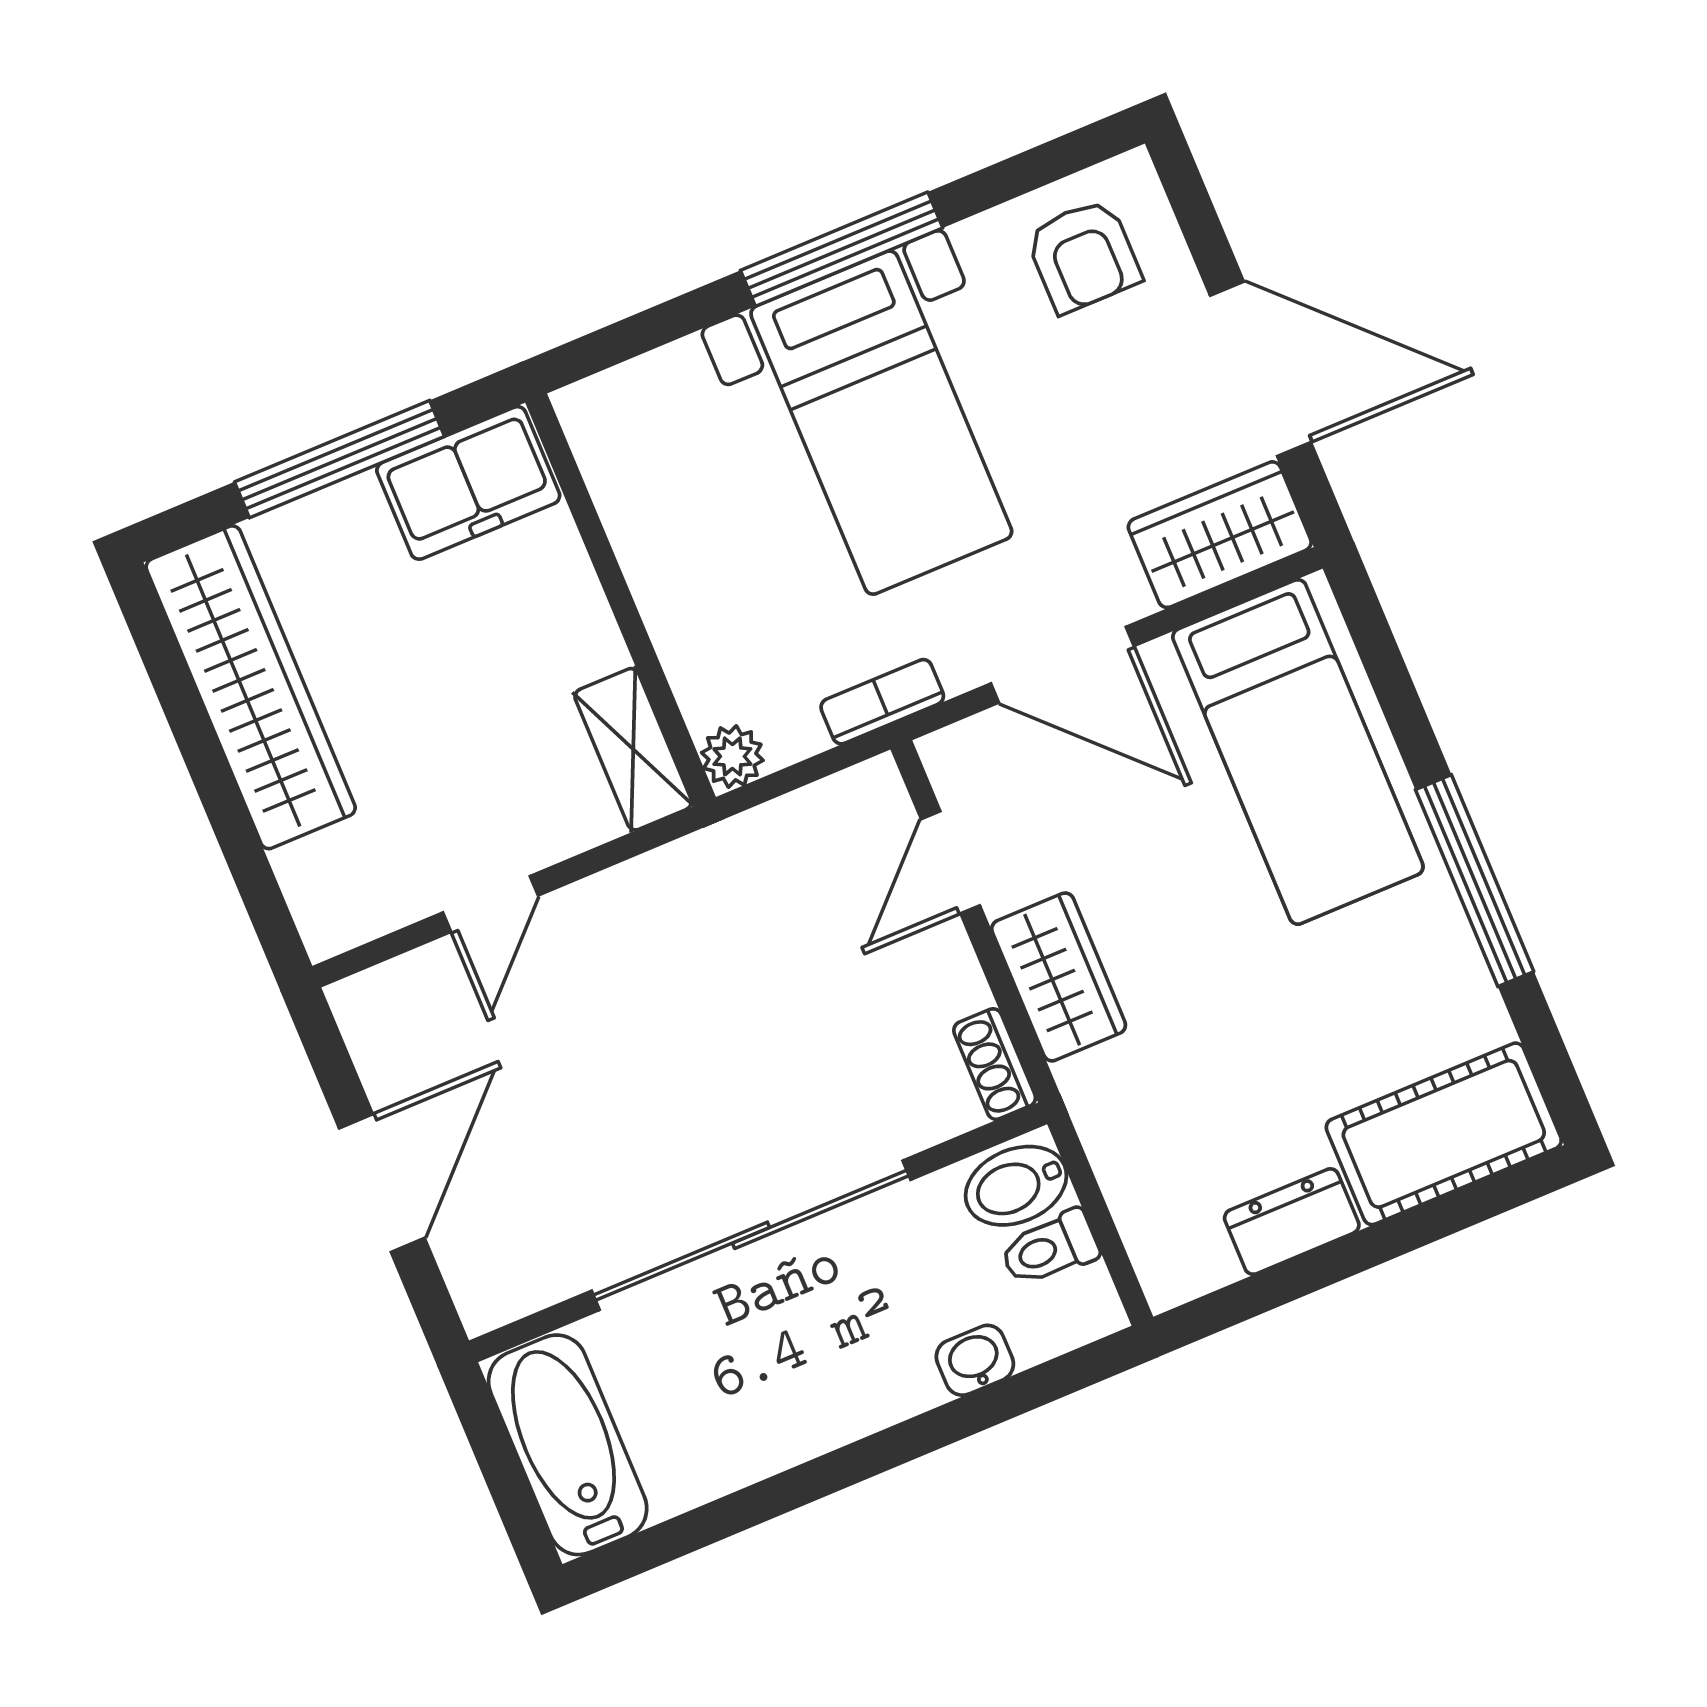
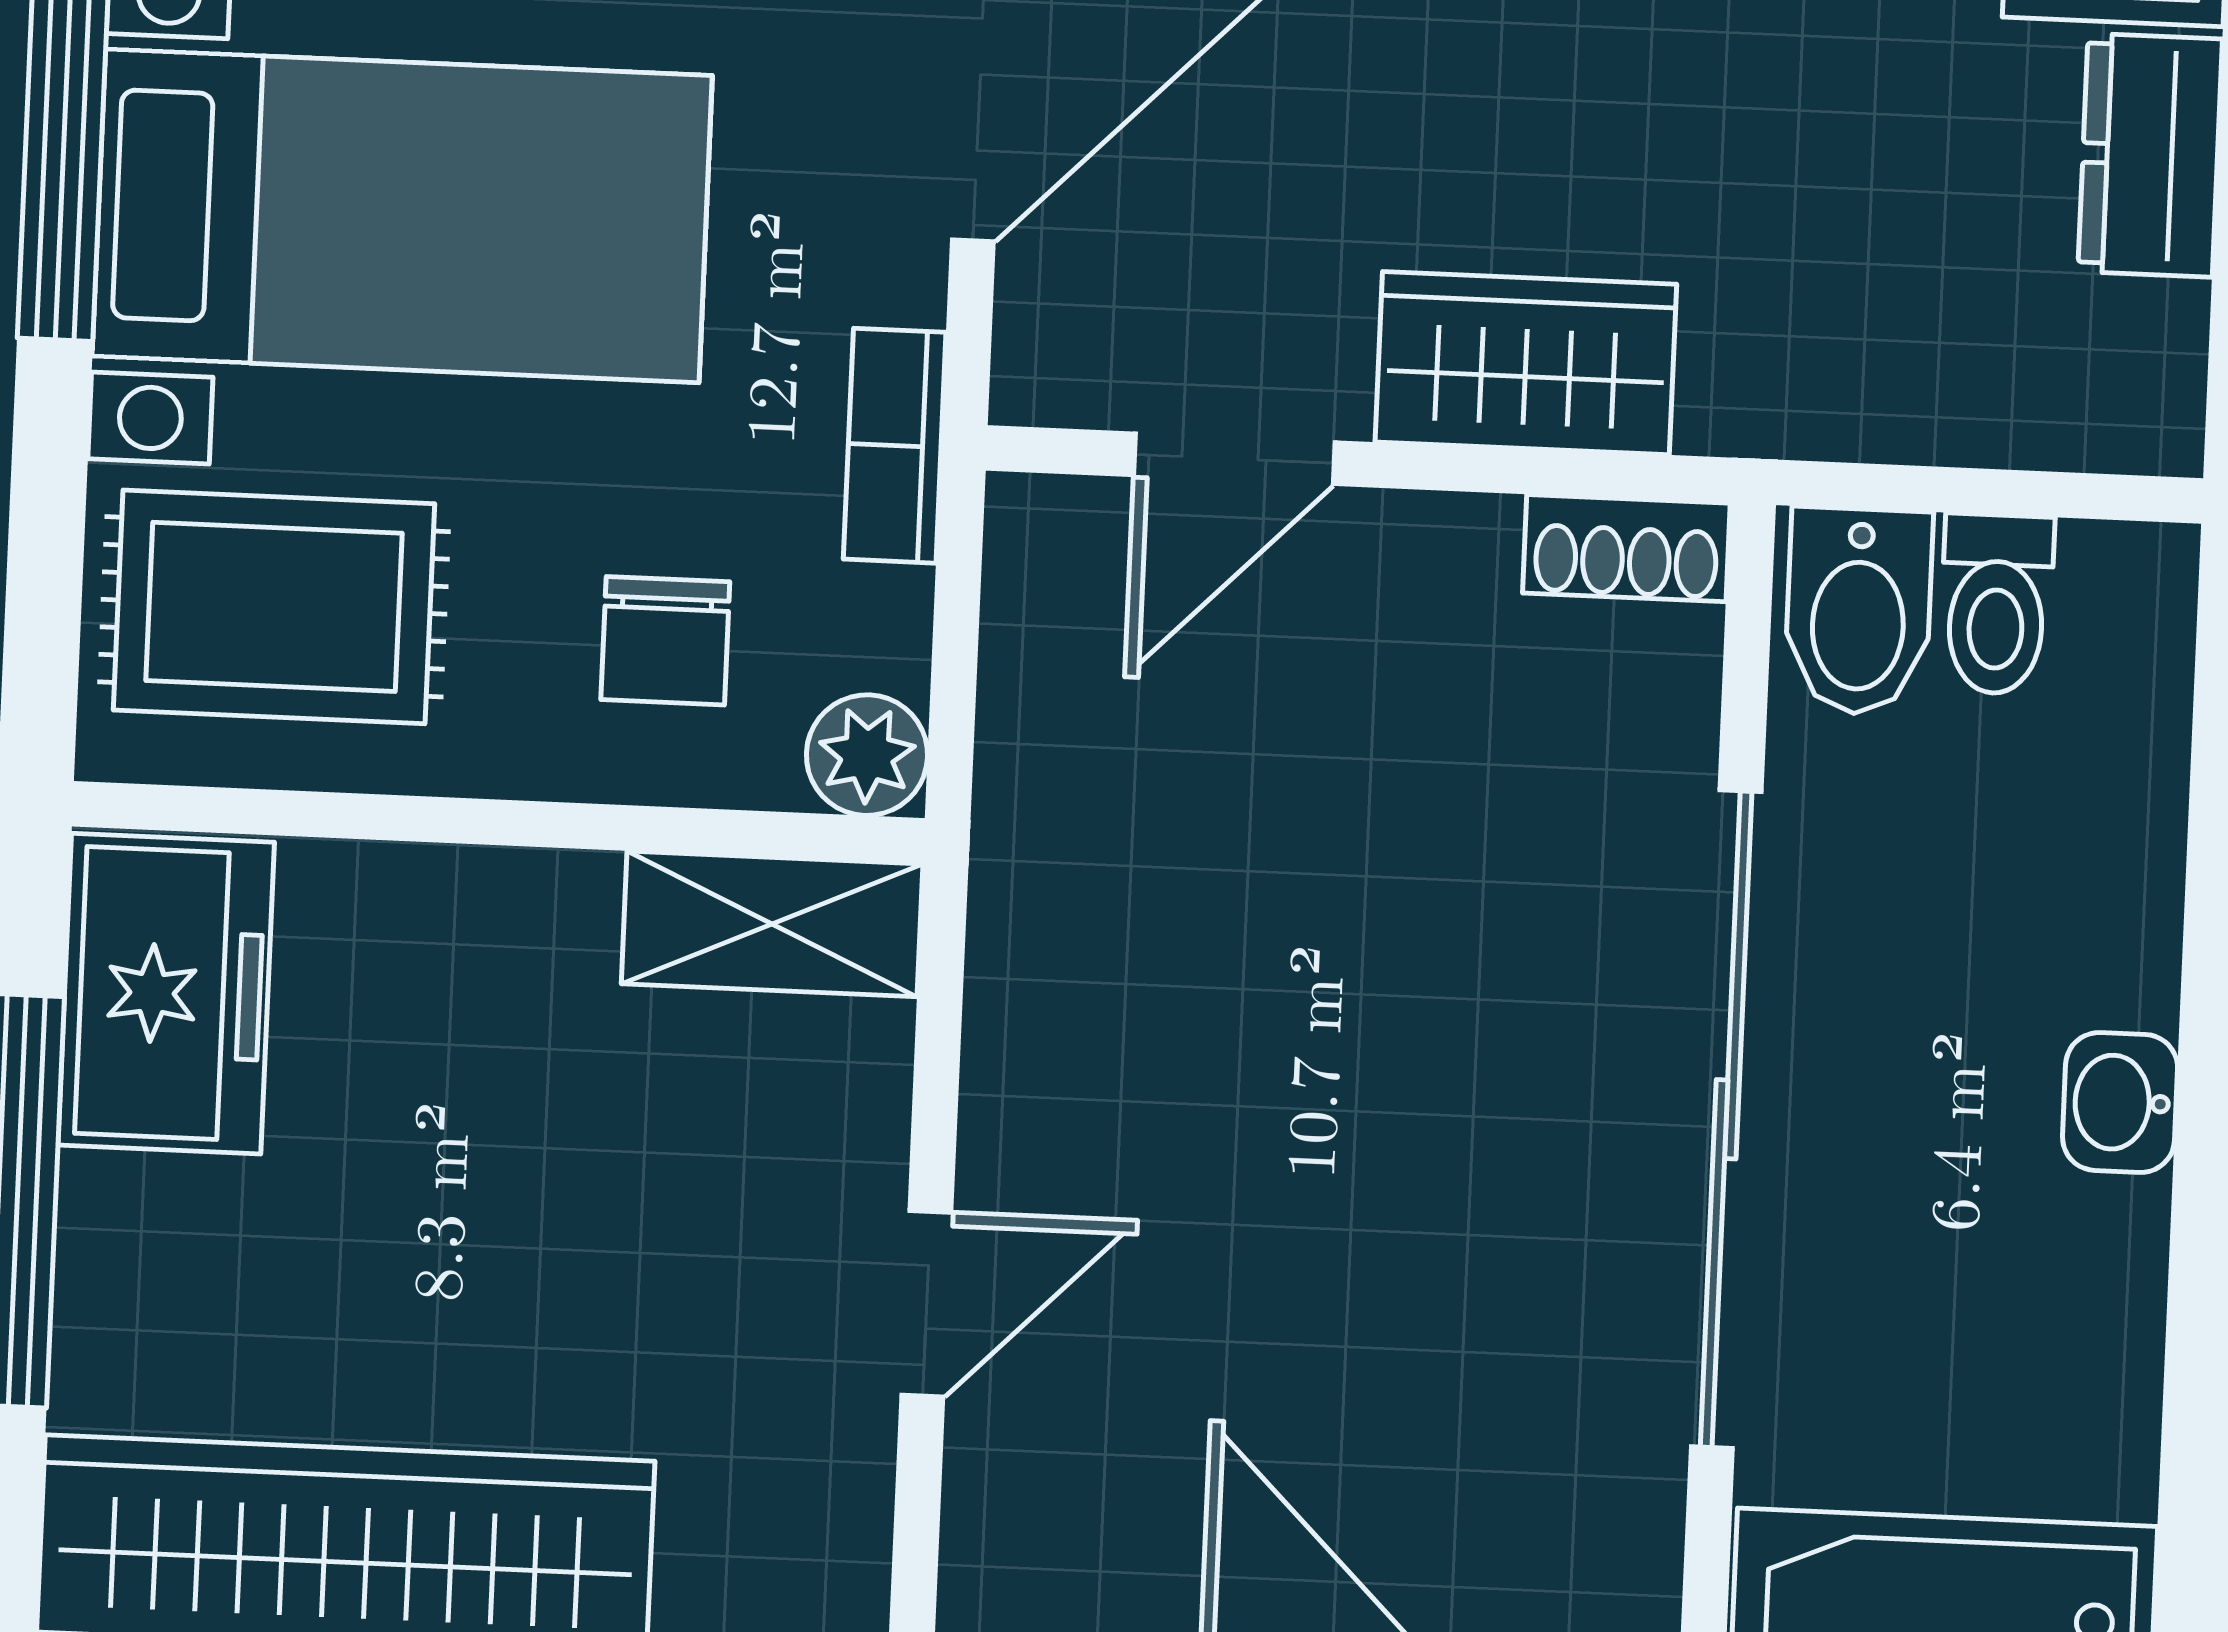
rug: (672, 449) -> (274, 607), added
chair: (741, 638) -> (665, 641), added
door: (950, 862) -> (1234, 459), hinge flipped
door: (491, 904) -> (926, 1304), hinge flipped
washbasin: (975, 1360) -> (2120, 1102), moved

